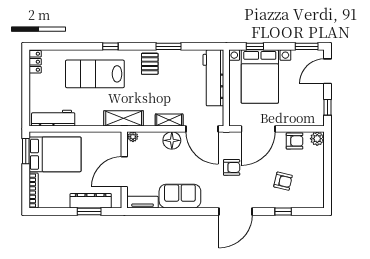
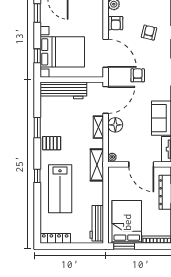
locker: (35, 62) -> (55, 238), width x1.53
armchair: (295, 141) -> (116, 23), turned 180

